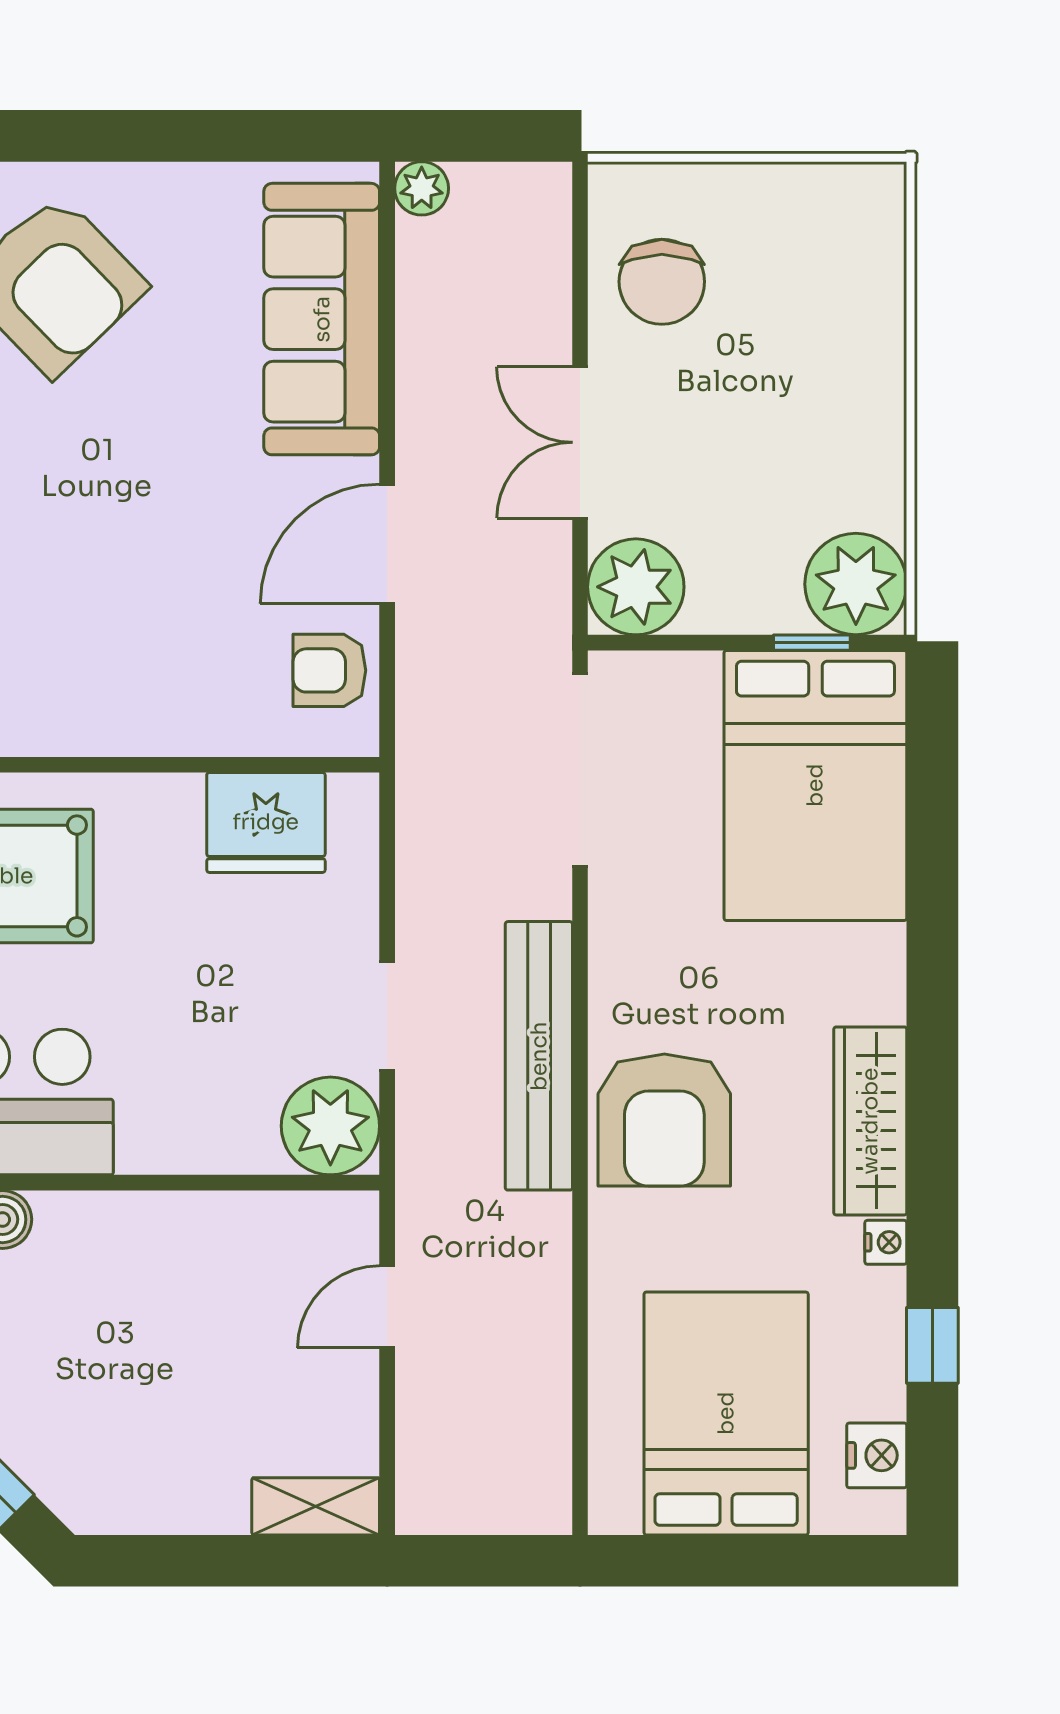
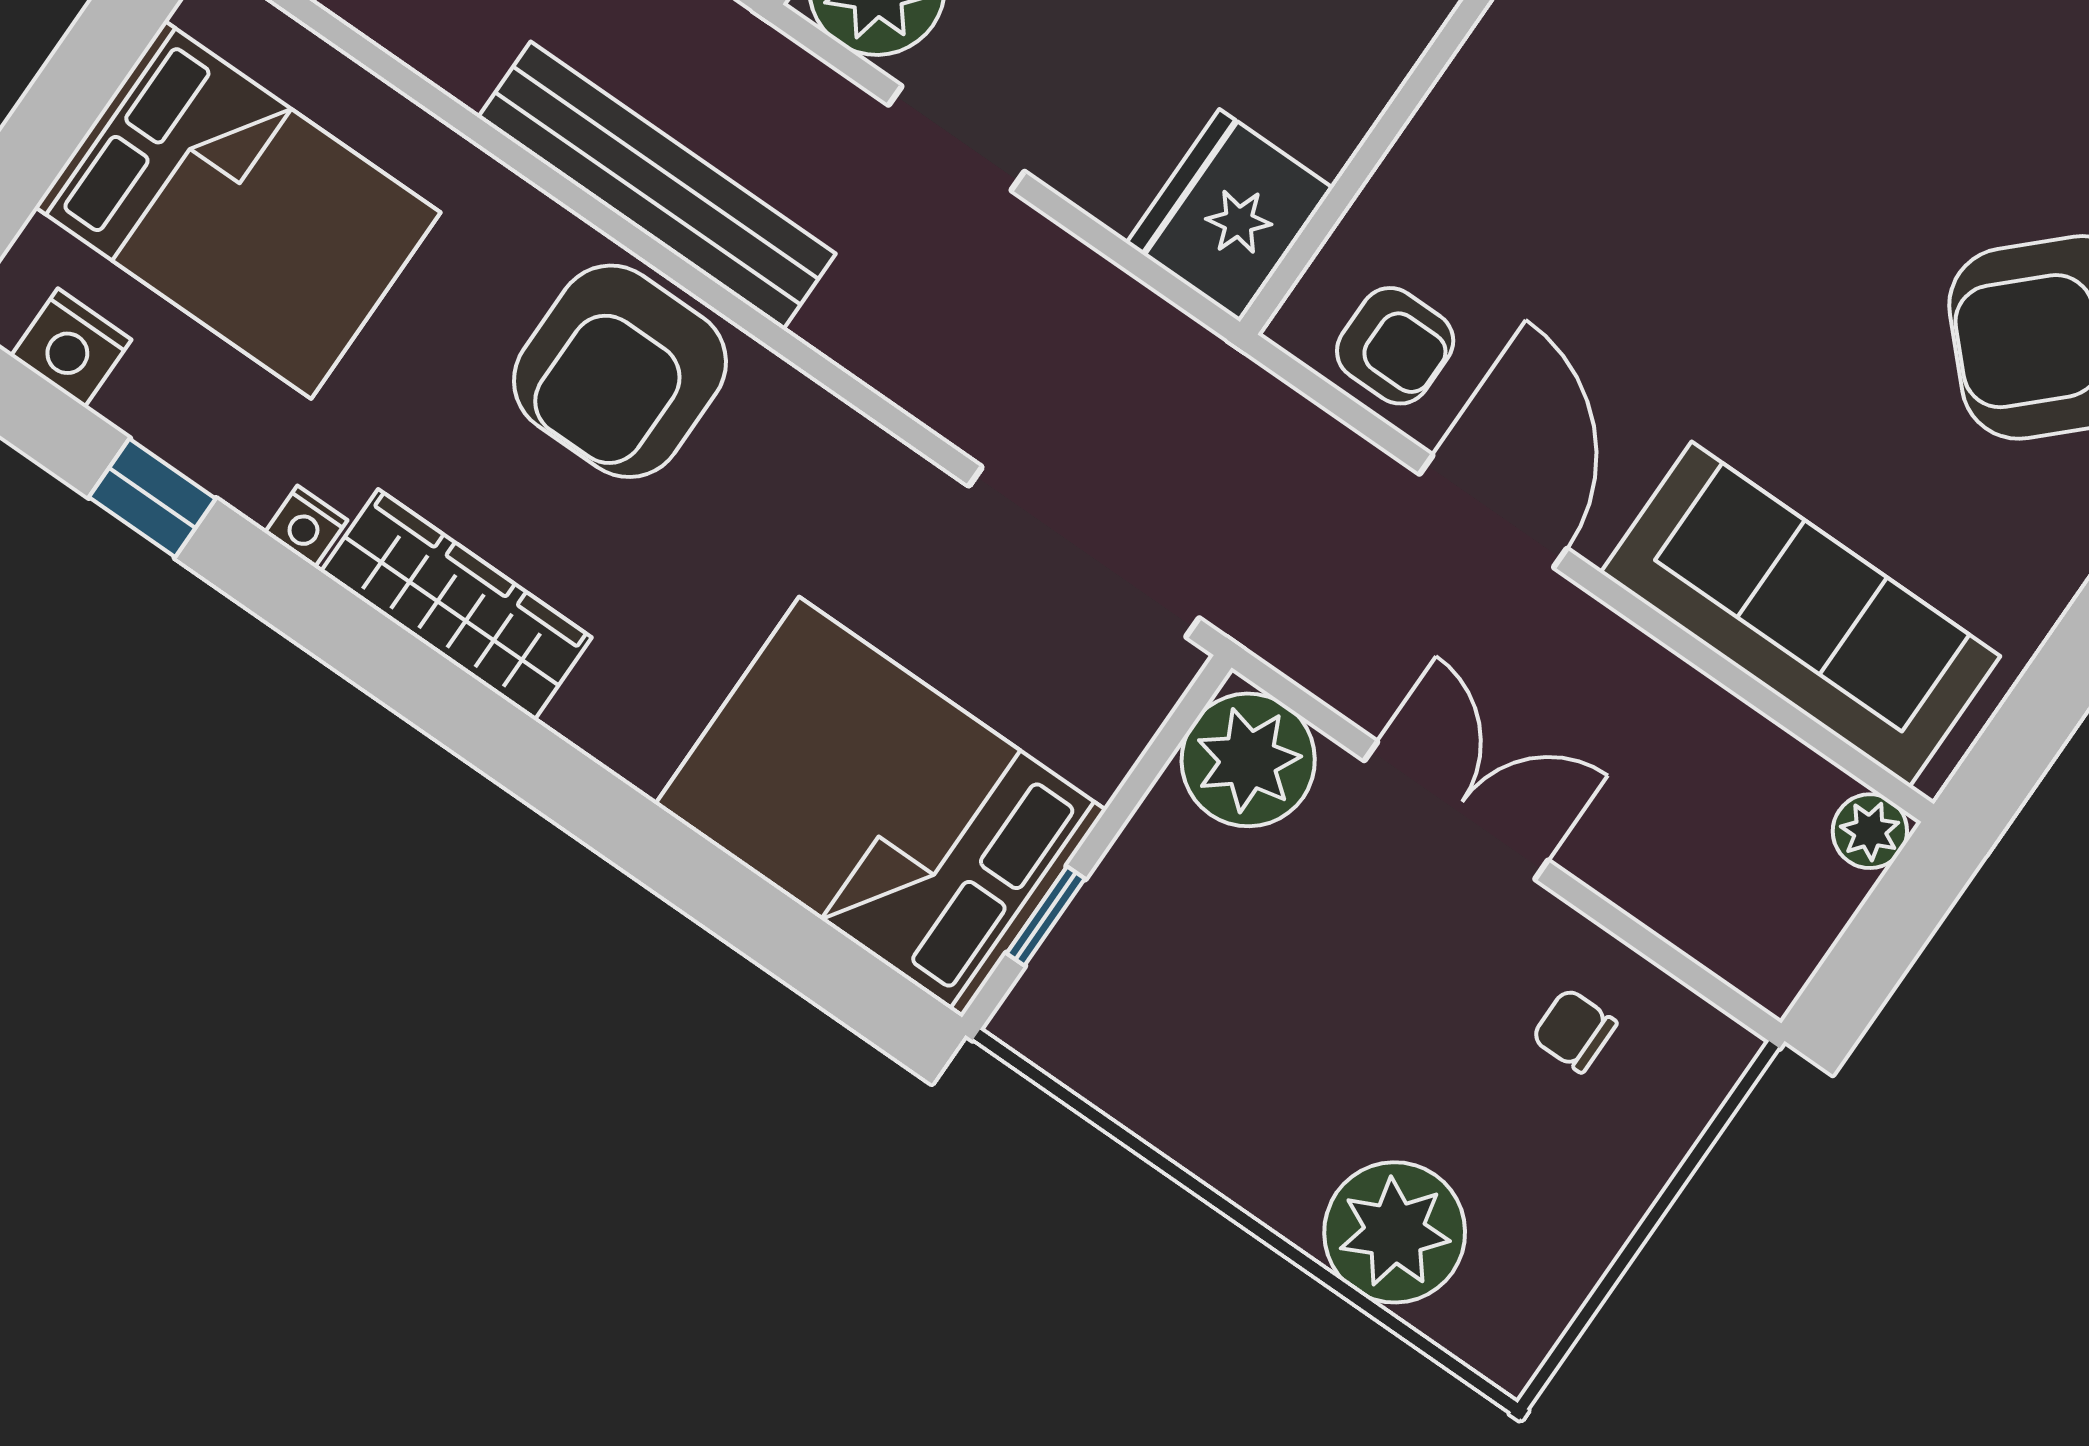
chair: (662, 282) -> (1574, 1030), width x0.54, depth x0.54
plant: (856, 584) -> (1395, 1232), moved
armchair: (329, 670) -> (1395, 346), turned 90
fridge: (266, 822) -> (1230, 215), moved
bench: (539, 1056) -> (657, 186), moved
armchair: (664, 1120) -> (620, 371), turned -90

